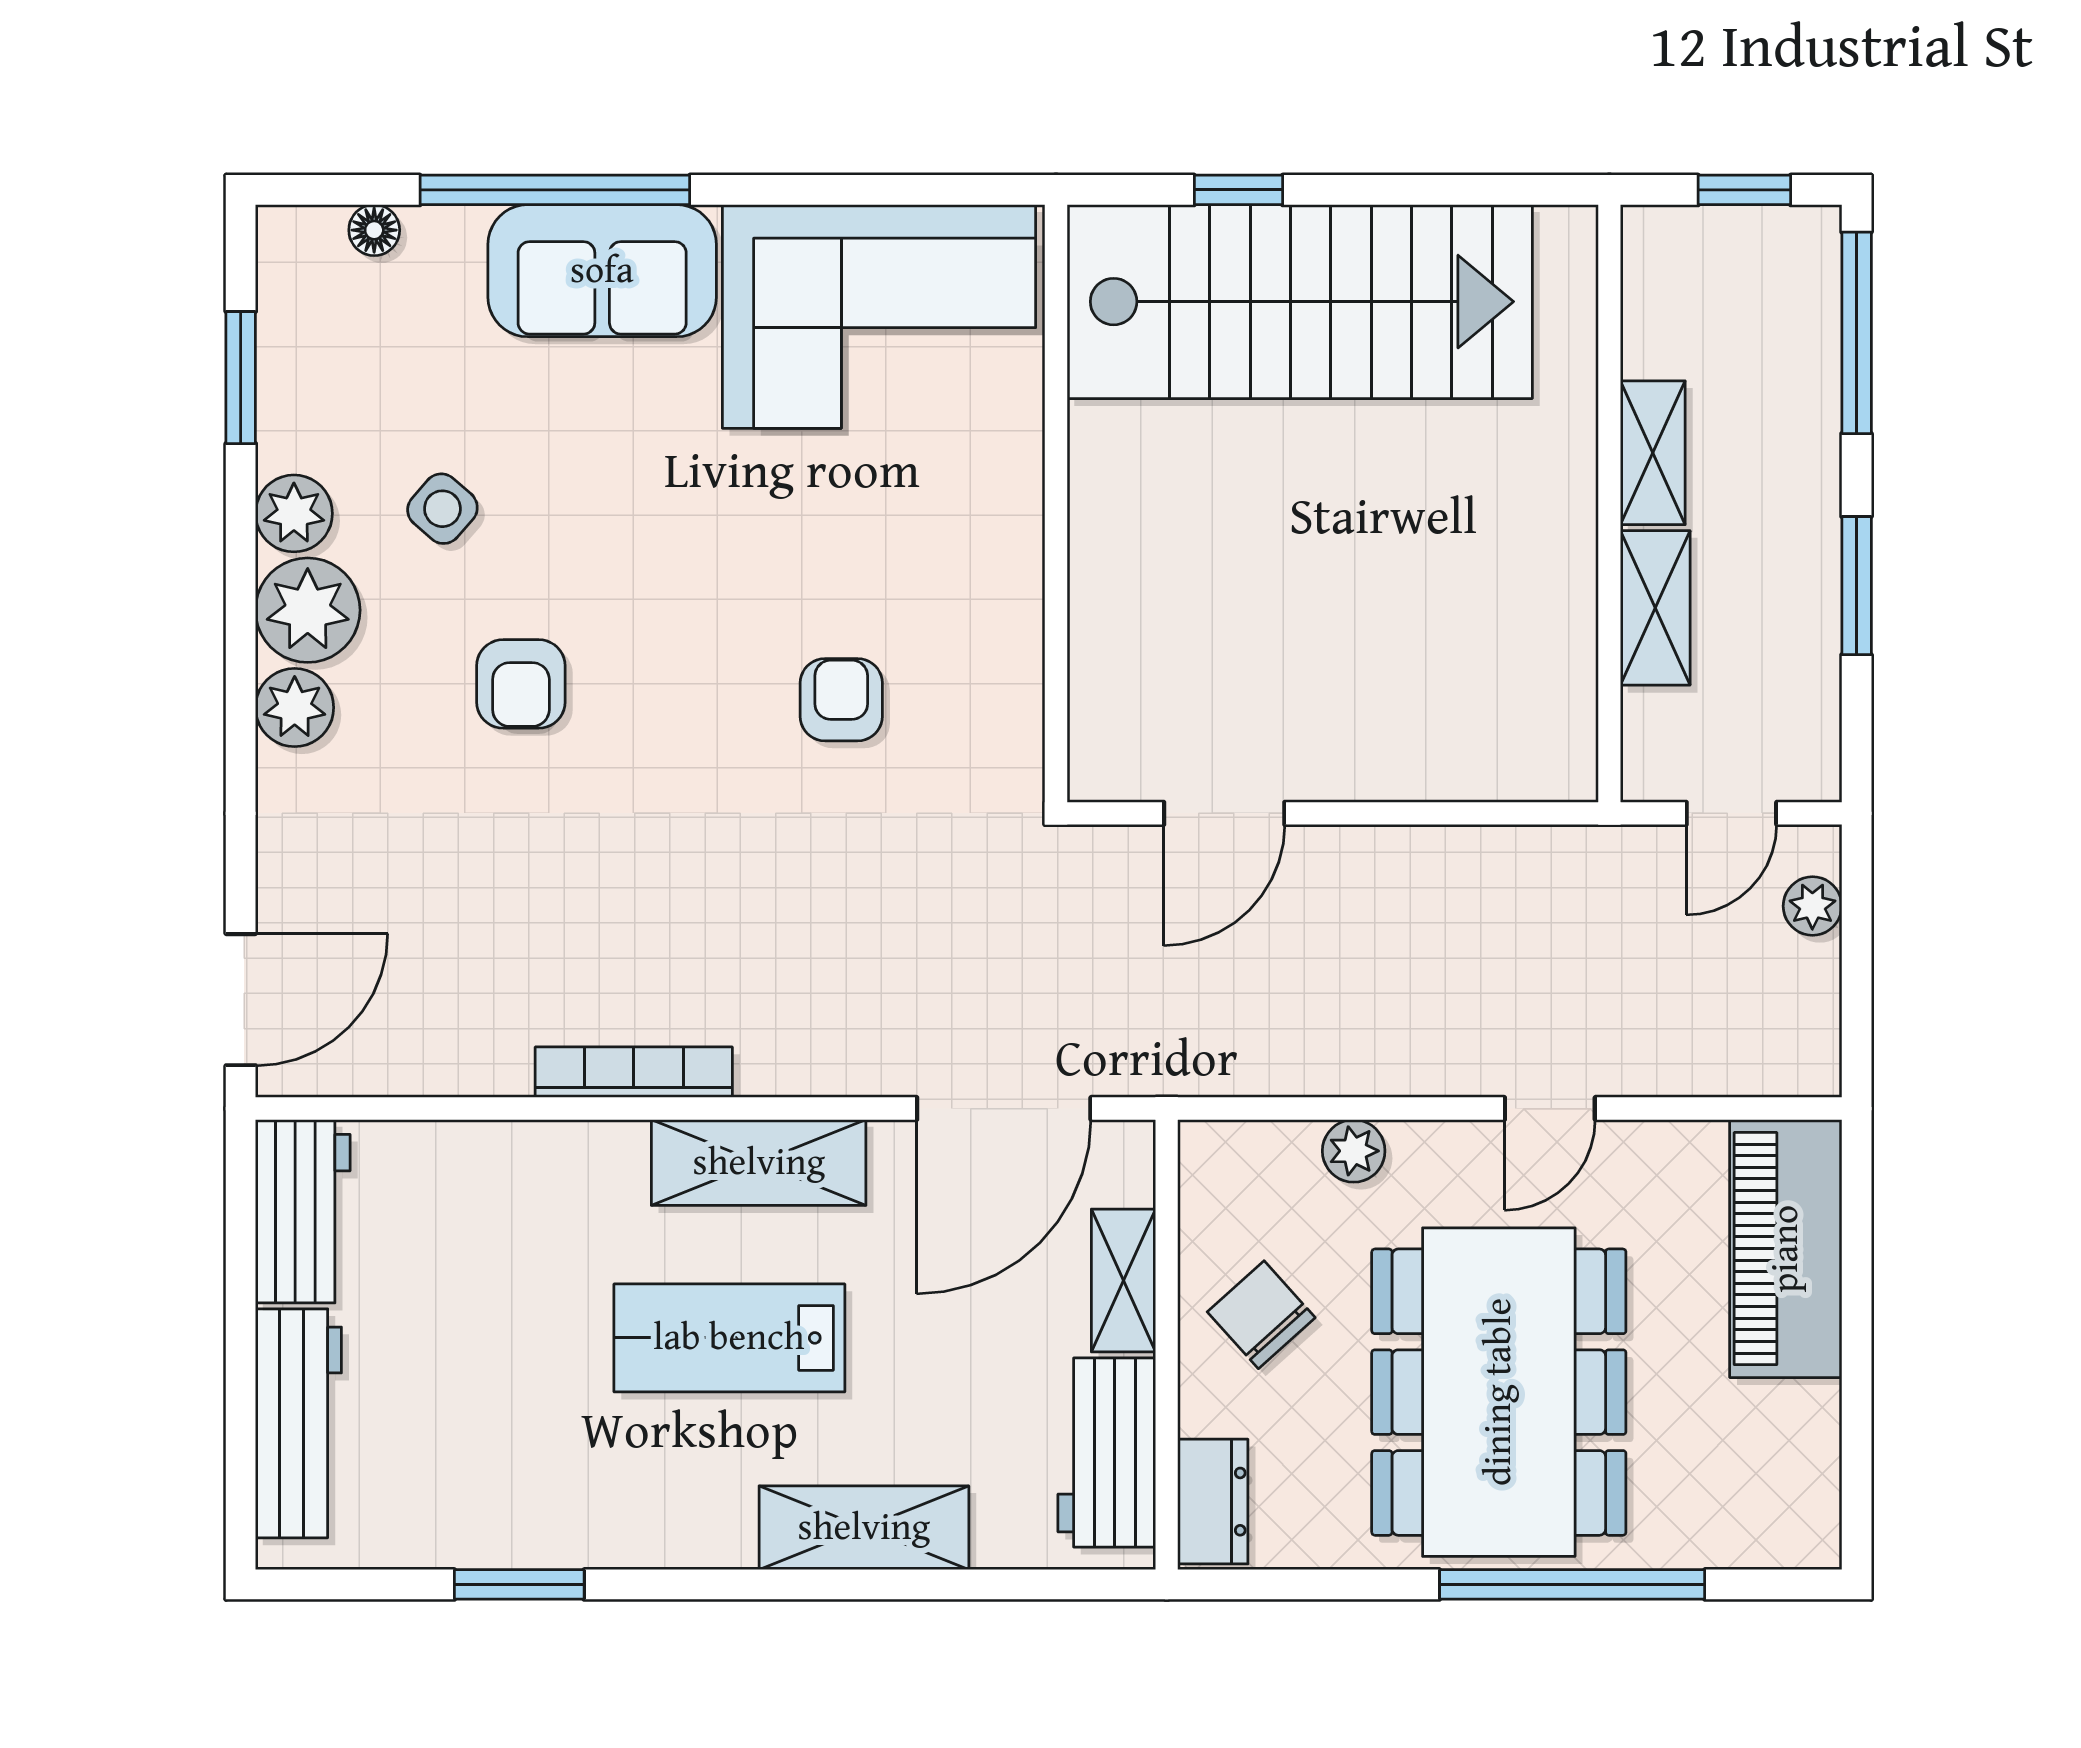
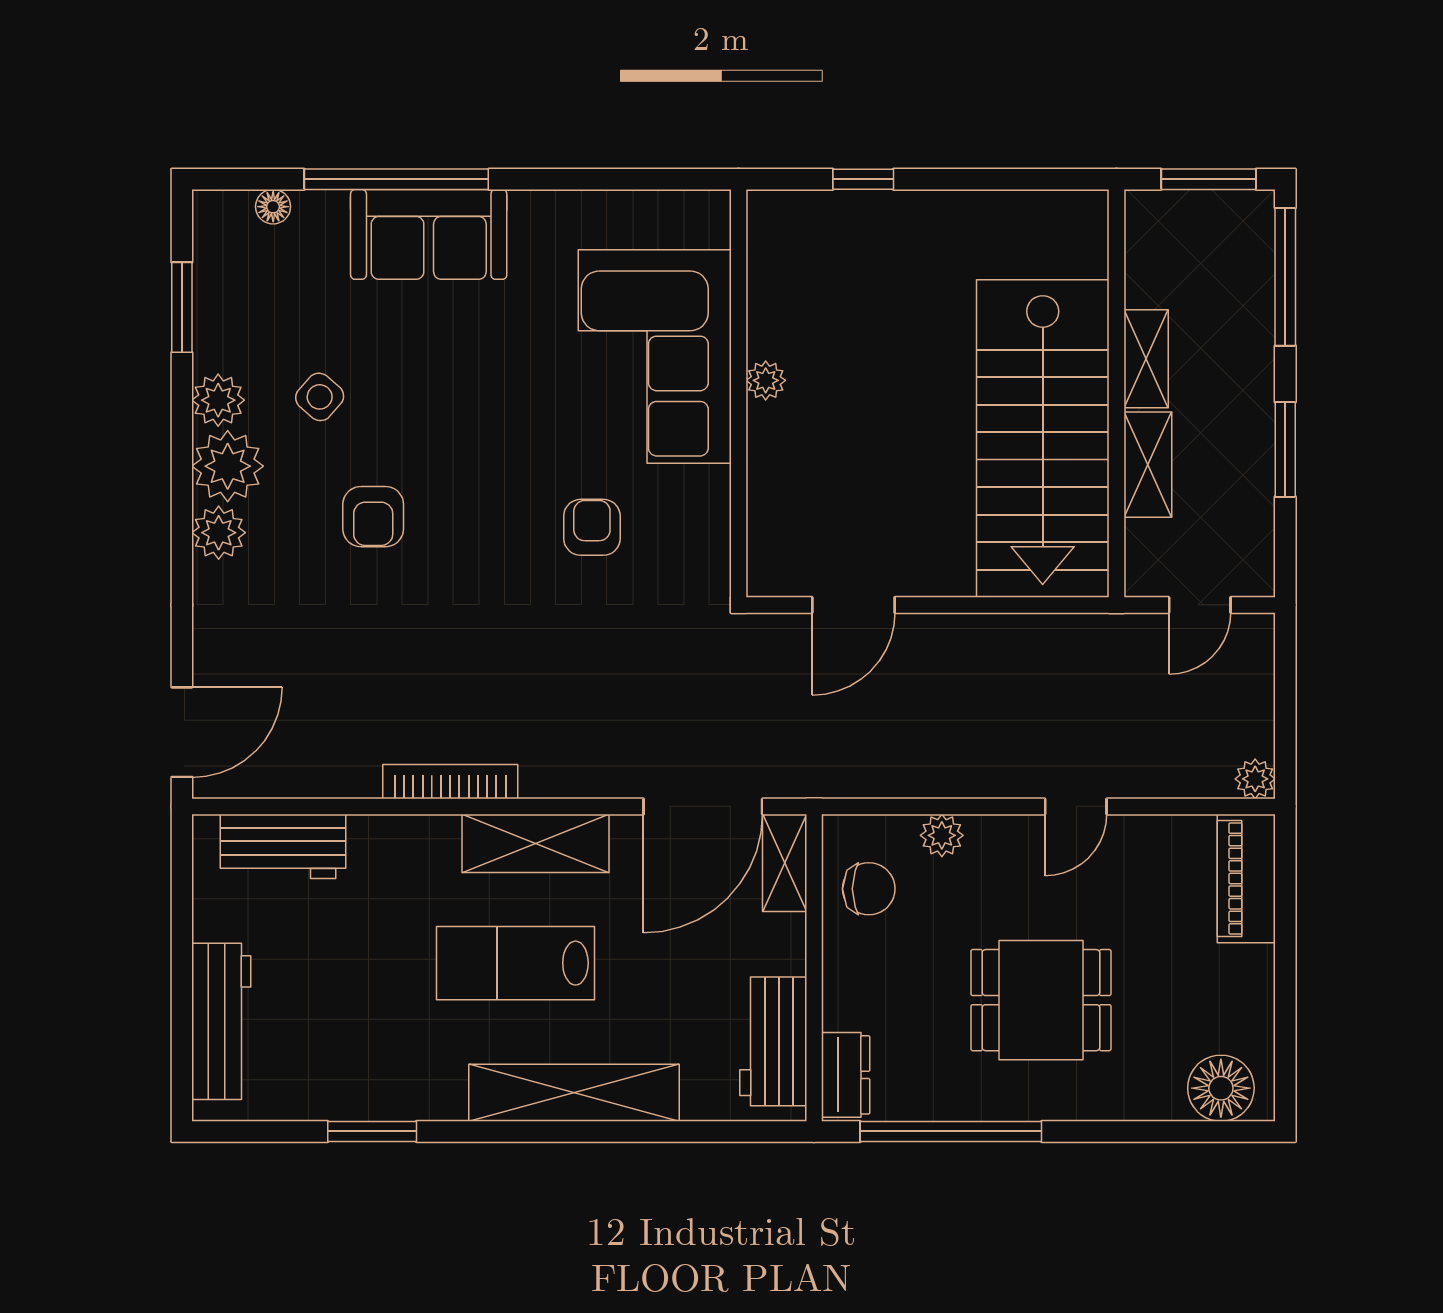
window: (1744, 190) -> (1209, 179), width x1.50
stairs: (1300, 302) -> (1043, 439), moved, turned 90
corner sofa: (879, 316) -> (655, 357), moved, turned 90
plant: (1096, 485) -> (766, 380), added
plant: (1812, 906) -> (1255, 779), moved
workbench: (303, 1211) -> (283, 846), moved, turned 90
piano: (1786, 1249) -> (1246, 879), width x0.73, depth x0.75
shelving: (1123, 1281) -> (785, 863), moved
chair: (1261, 1315) -> (869, 889), moved, turned 132
dining table: (1499, 1392) -> (1041, 1000), width x0.53, depth x0.80
floor lamp: (1762, 1521) -> (1221, 1088), added
shelving: (864, 1528) -> (574, 1093), width x1.47
window: (1572, 1584) -> (951, 1131), moved

